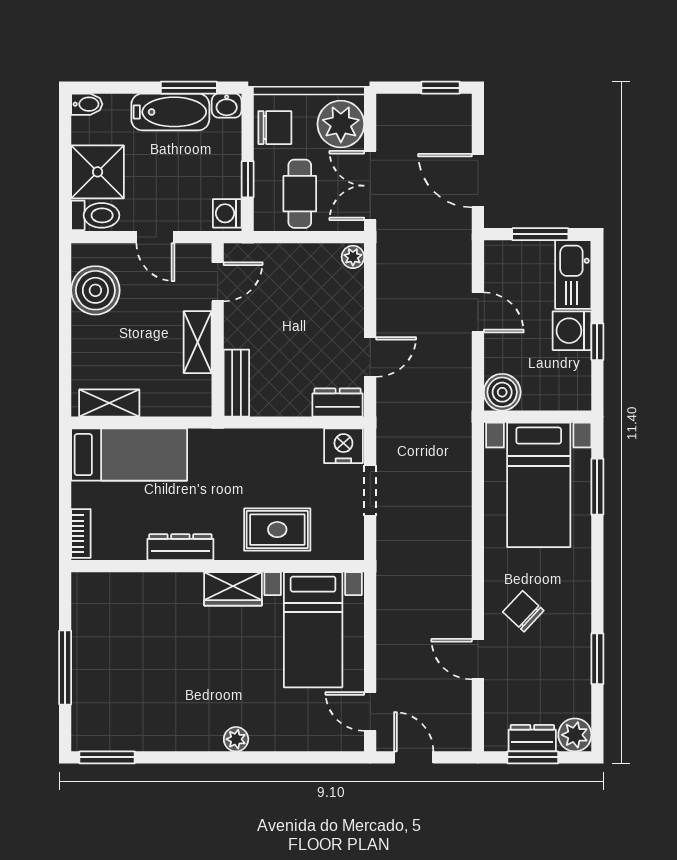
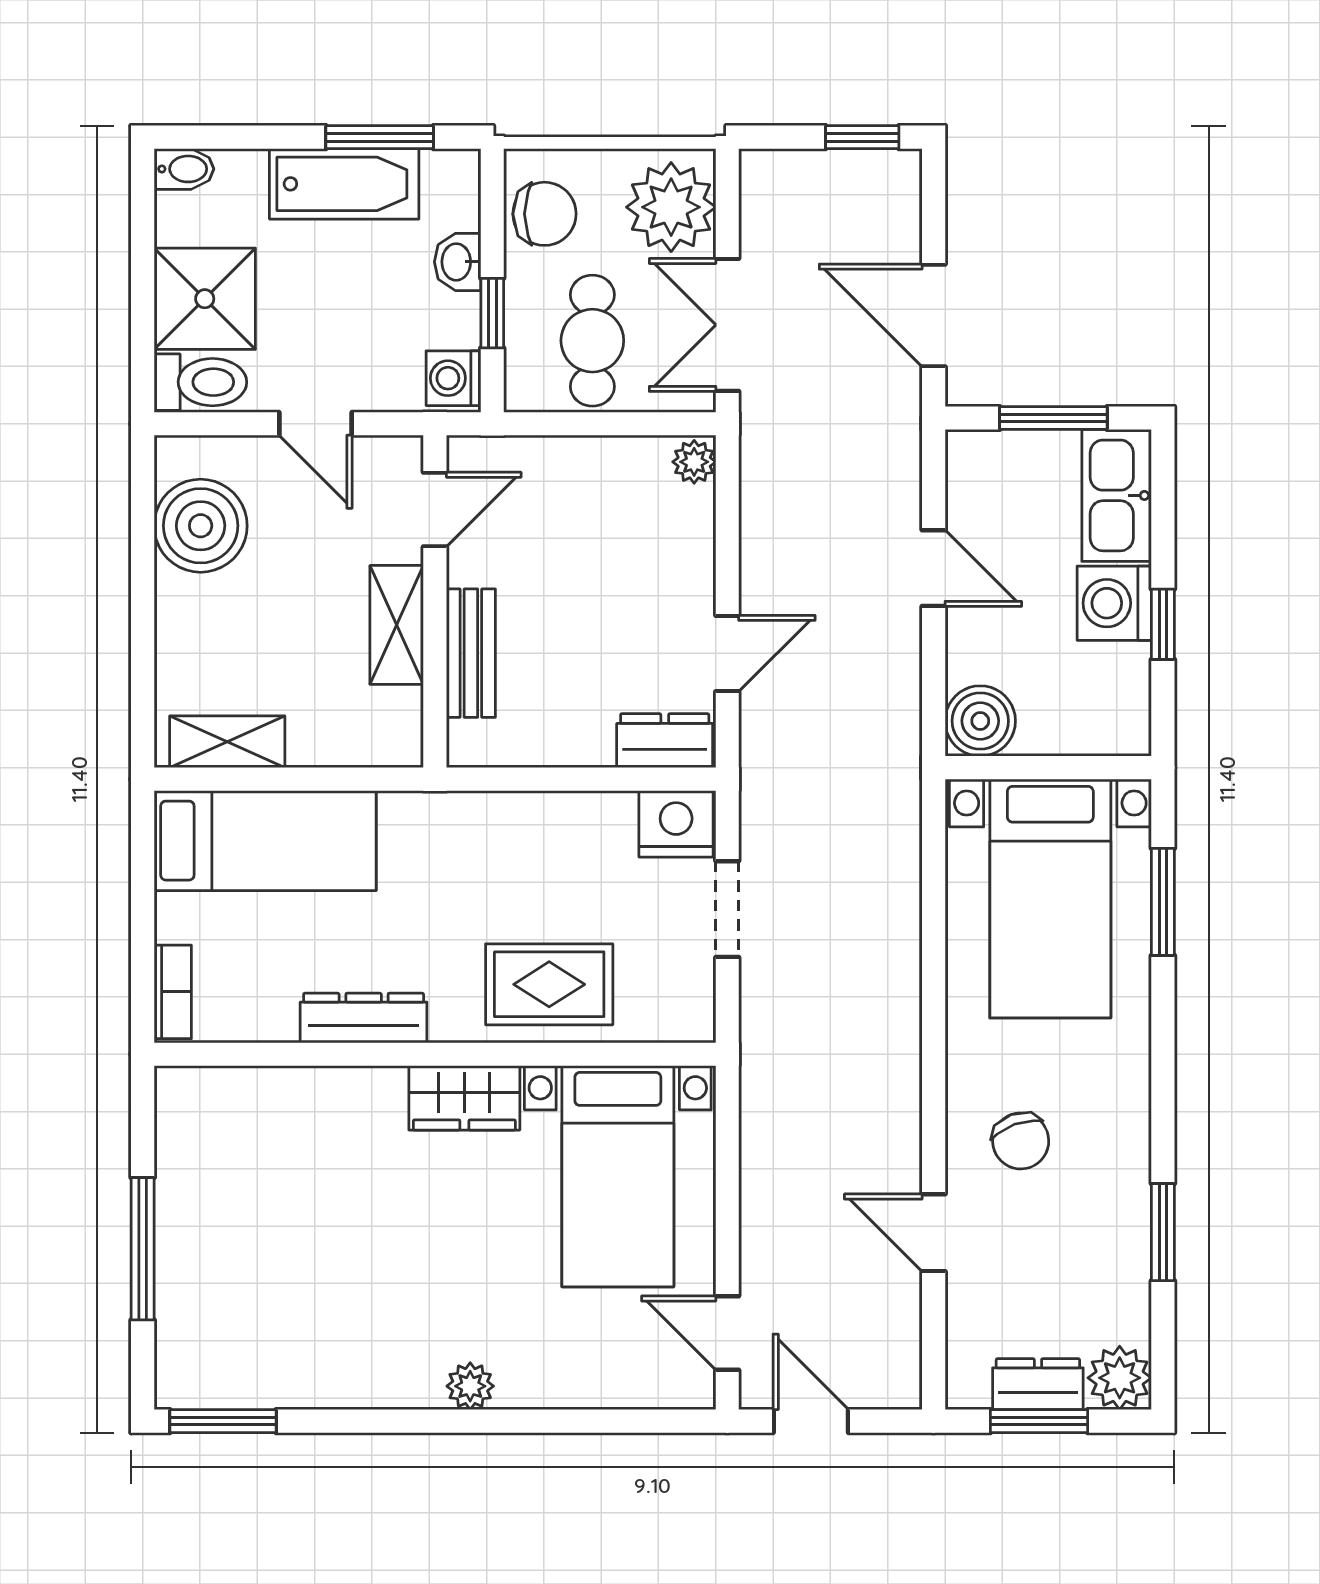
washbasin: (227, 106) -> (458, 262), moved, turned 90
bench: (236, 383) -> (471, 653), moved
chair: (523, 611) -> (1021, 1141), turned -153

